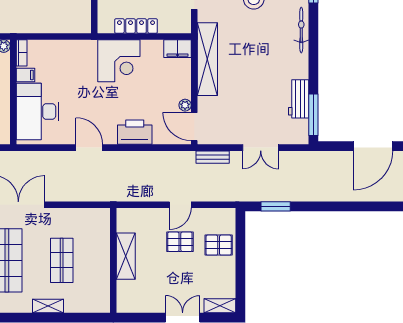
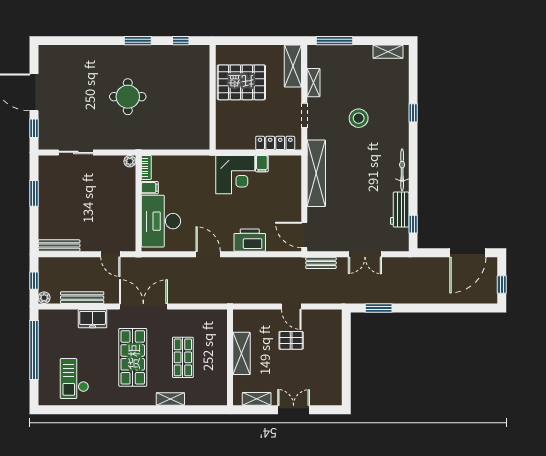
locker: (136, 26) -> (275, 143), moved
bicycle: (301, 30) -> (402, 170), moved
filing cabinet: (177, 49) -> (262, 164), moved, width x0.50
plant: (185, 105) -> (296, 215), removed
window: (313, 115) -> (413, 224), width x0.46
door: (180, 205) -> (291, 307), hinge flipped
pallet: (219, 245) -> (326, 343), removed
shelving: (220, 306) -> (257, 399), moved

